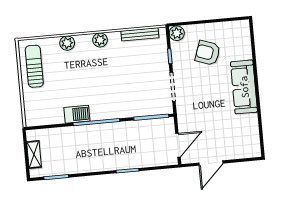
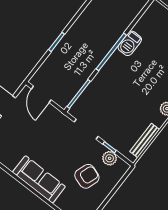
plant: (177, 33) -> (110, 158), moved

